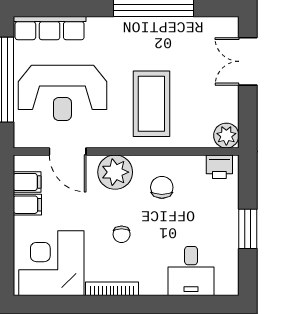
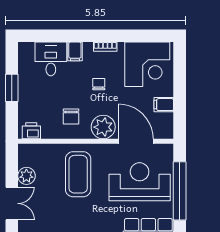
plant: (226, 136) -> (26, 176), moved
door: (68, 151) -> (136, 141), width x1.36
filing cabinet: (27, 182) -> (75, 51), moved, turned -90
bookcase: (112, 289) -> (105, 47), width x0.64

